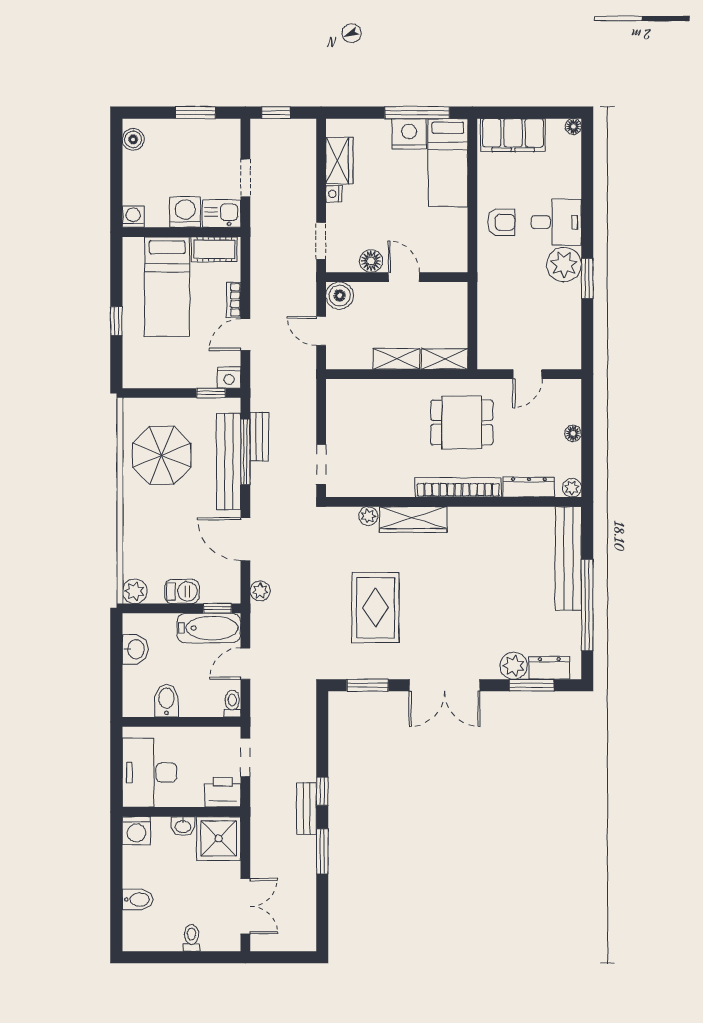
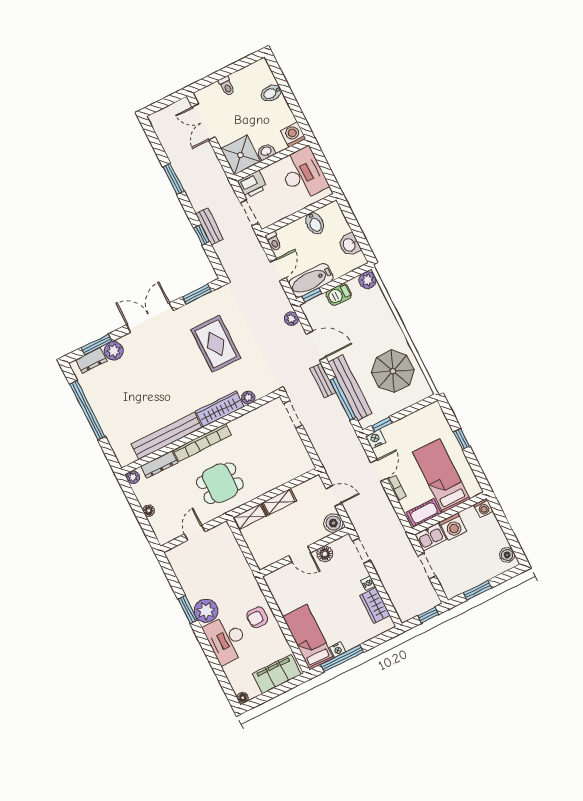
nightstand: (409, 134) -> (338, 650), width x0.53, depth x0.56
desk: (556, 222) -> (226, 640), width x1.37
bench: (259, 437) -> (323, 380), moved
bench: (568, 558) -> (167, 436), moved, turned 90
window: (322, 791) -> (202, 235), moved
bench: (306, 809) -> (209, 226), moved

